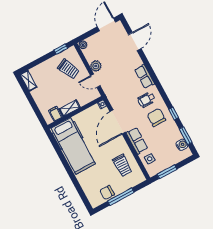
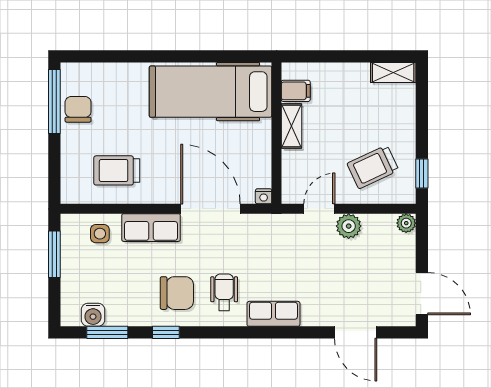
window: (121, 197) -> (54, 102), moved

